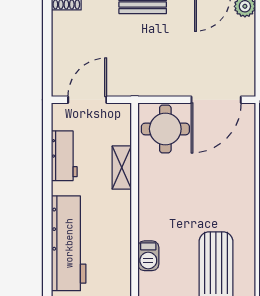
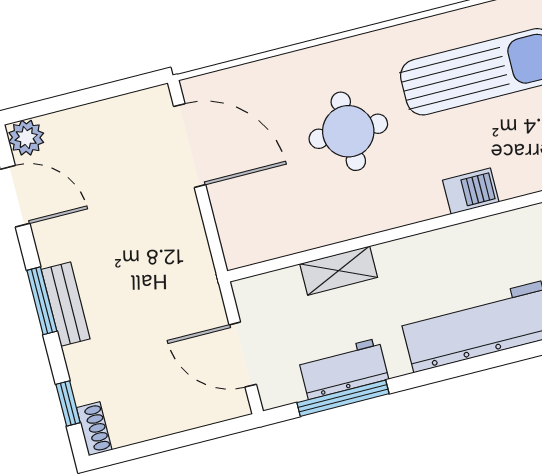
round table: (165, 129) -> (348, 131), moved
window: (47, 151) -> (343, 398), added

